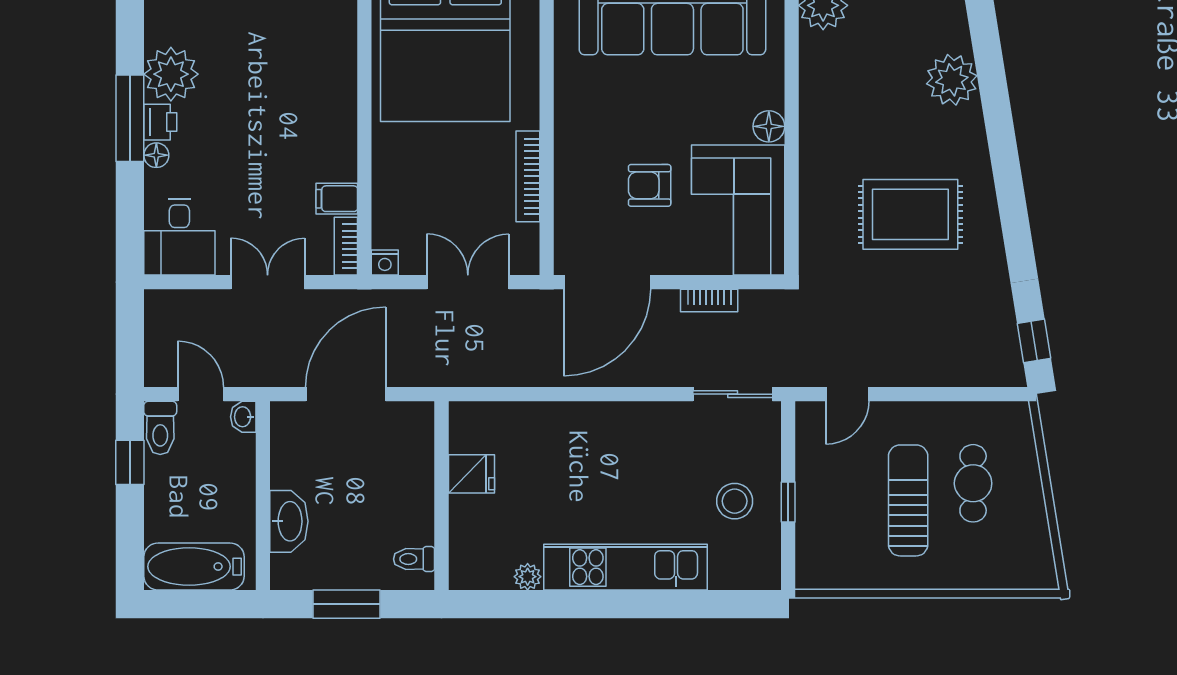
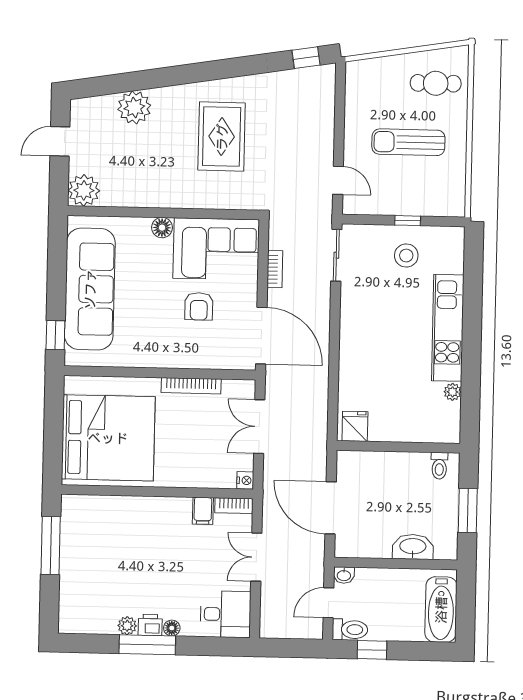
plant: (171, 74) -> (127, 626), width x0.53, depth x0.53
fridge: (471, 474) -> (355, 426), moved
cafe table: (973, 483) -> (436, 83), moved

